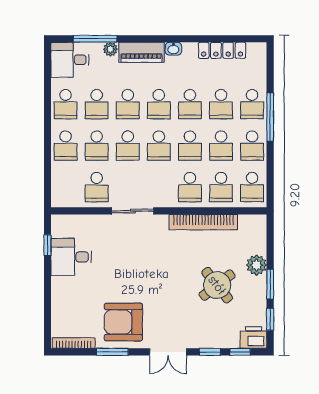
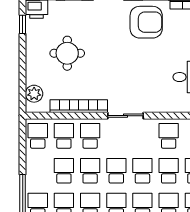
school desk: (252, 146) -> (38, 171), removed
sliding door: (133, 211) -> (125, 116), moved
plant: (256, 265) -> (34, 94), moved
window: (270, 284) -> (23, 54), removed
round table: (217, 285) -> (67, 53), turned 38

